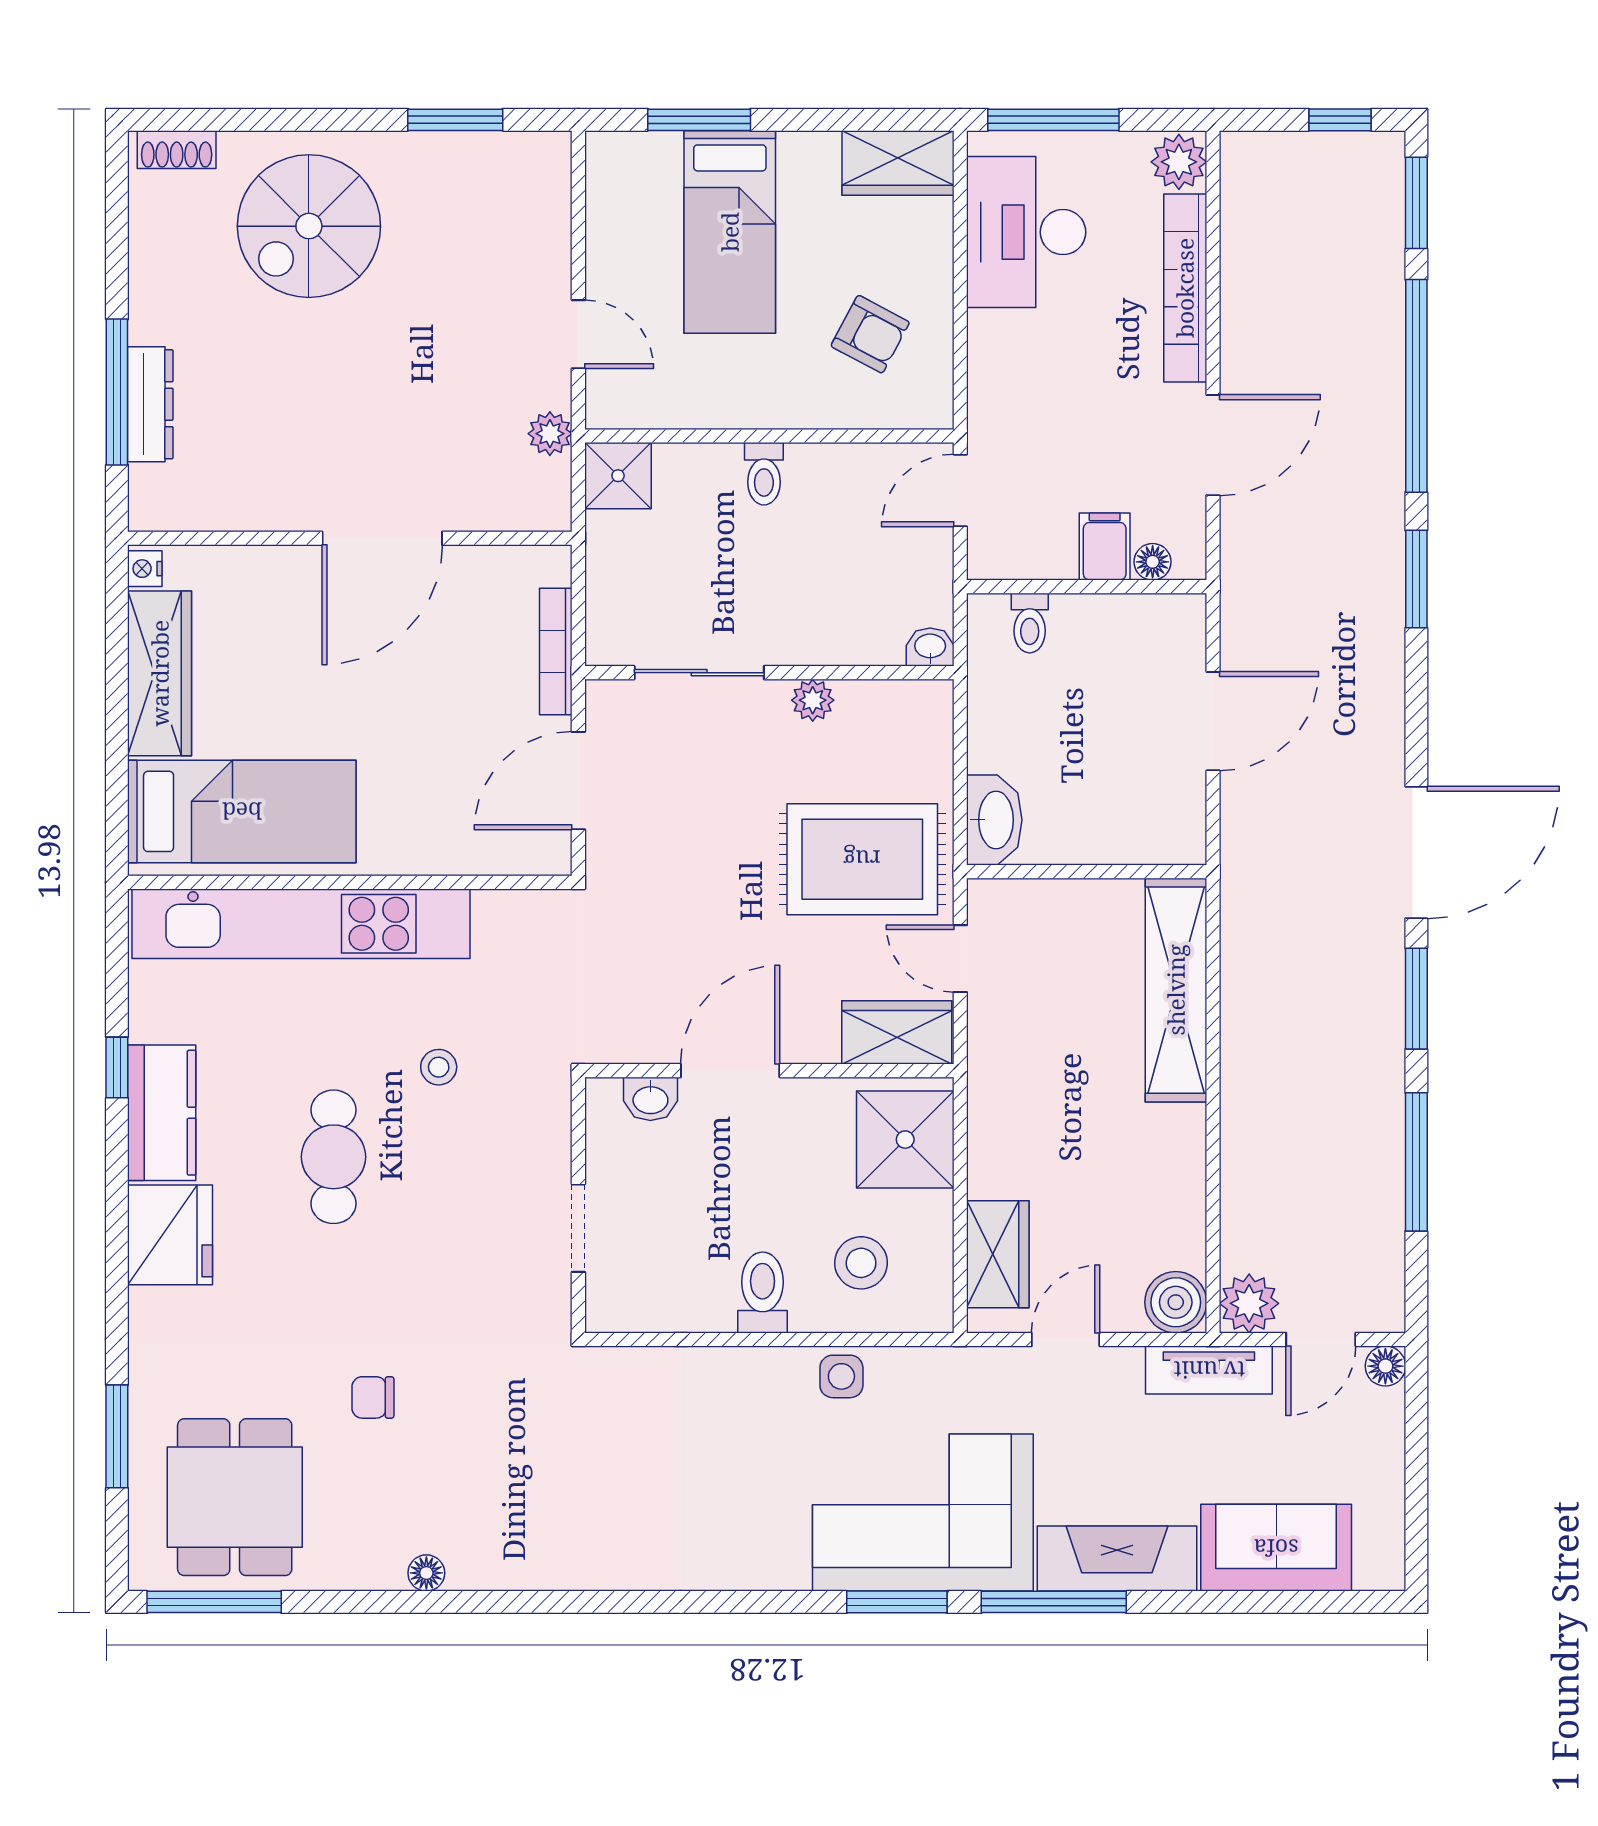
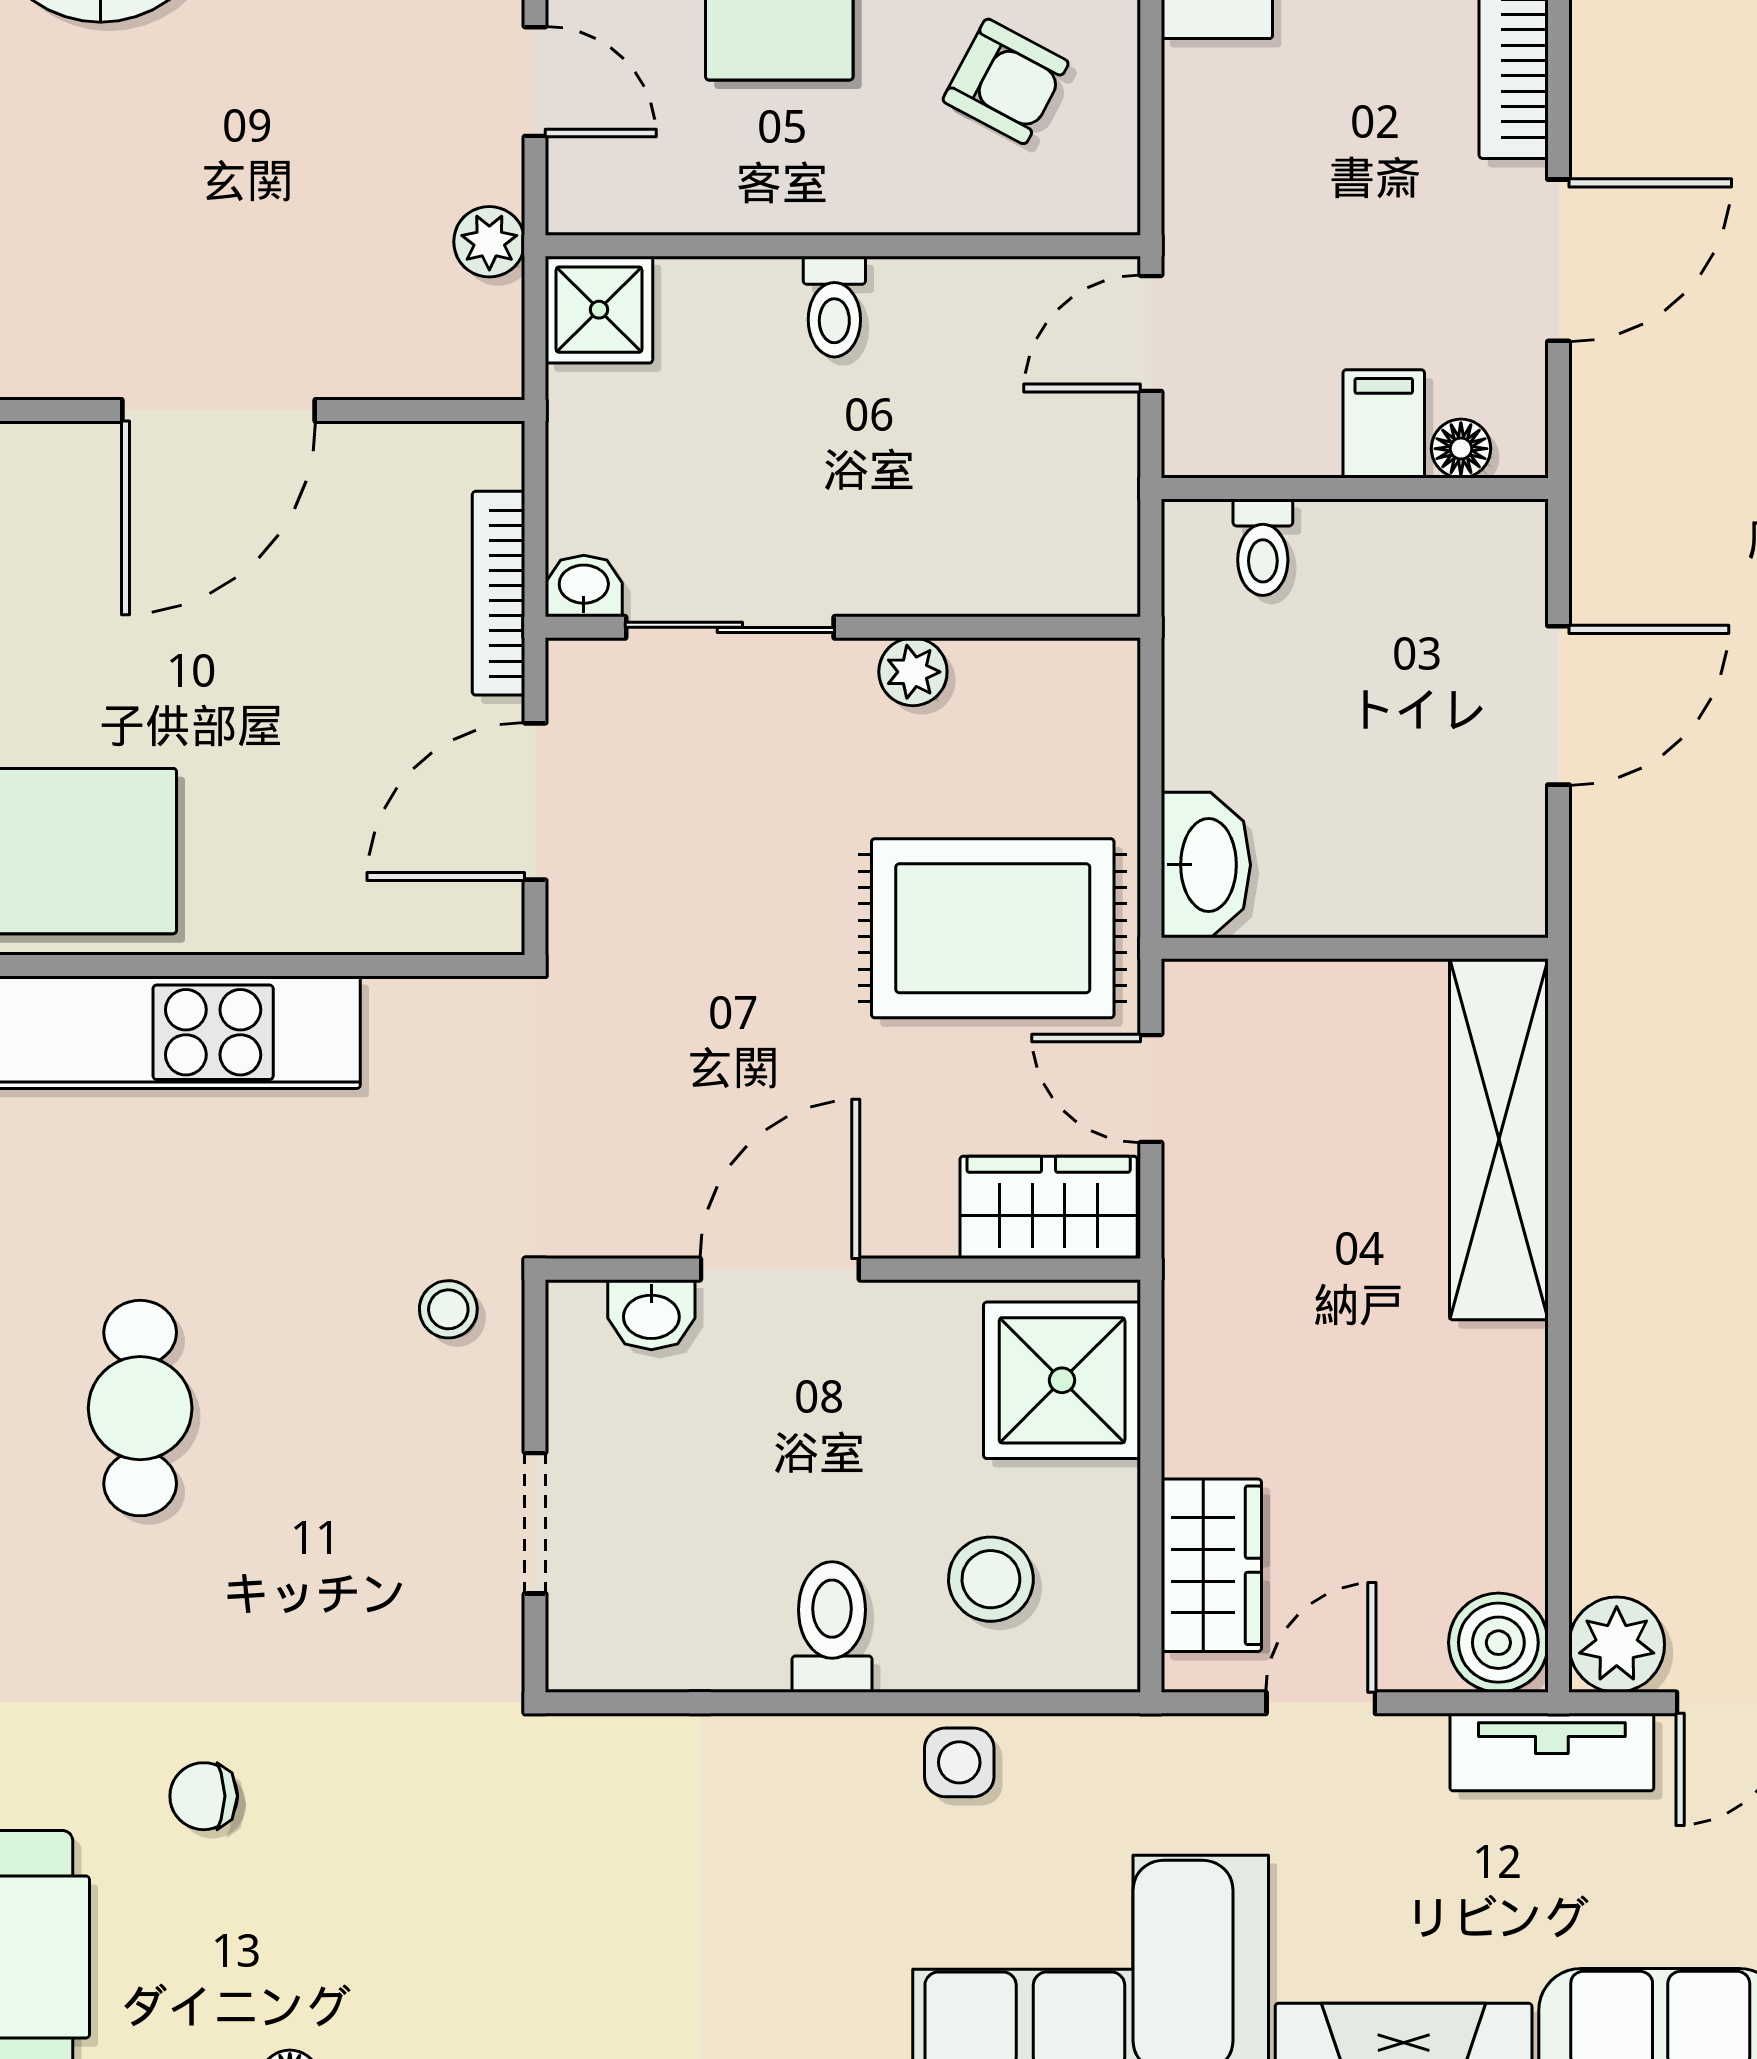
washbasin: (930, 647) -> (584, 586), moved
stool: (439, 1067) -> (448, 1309), moved

